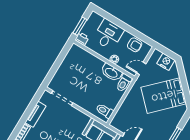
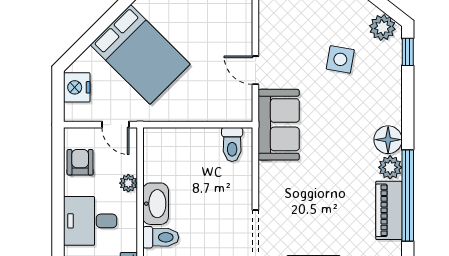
washbasin: (111, 73) -> (156, 204), moved
toilet: (124, 83) -> (161, 237), moved

